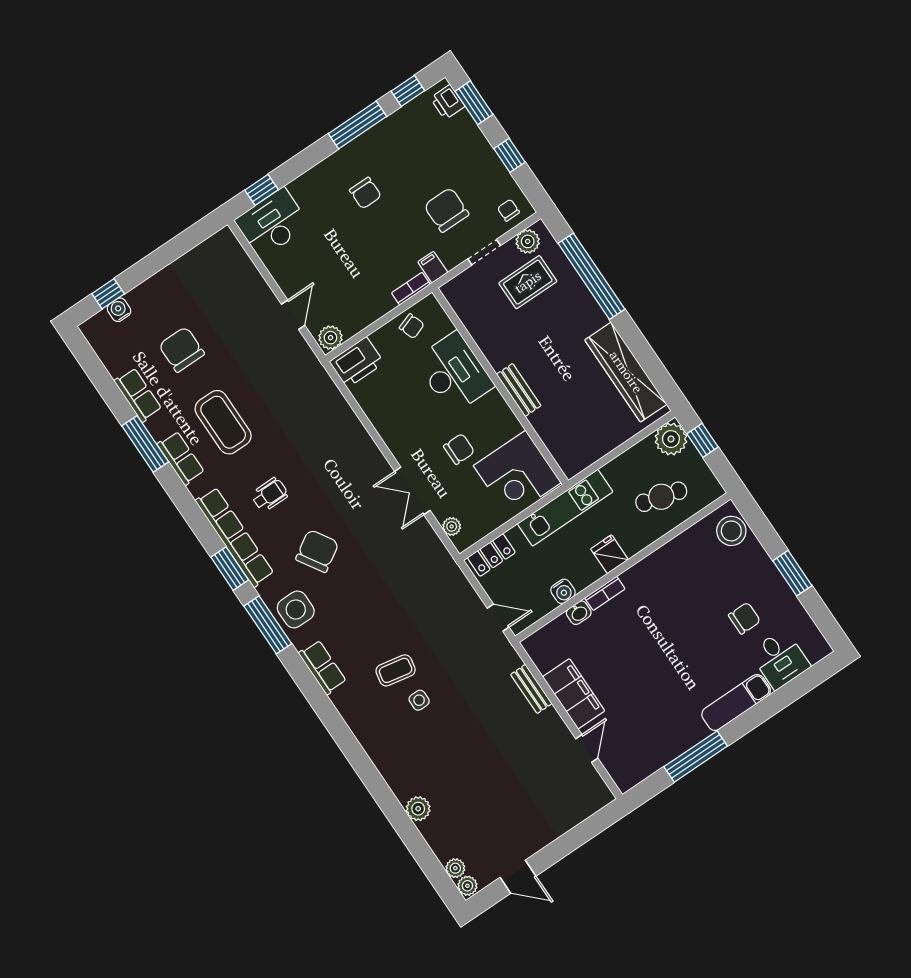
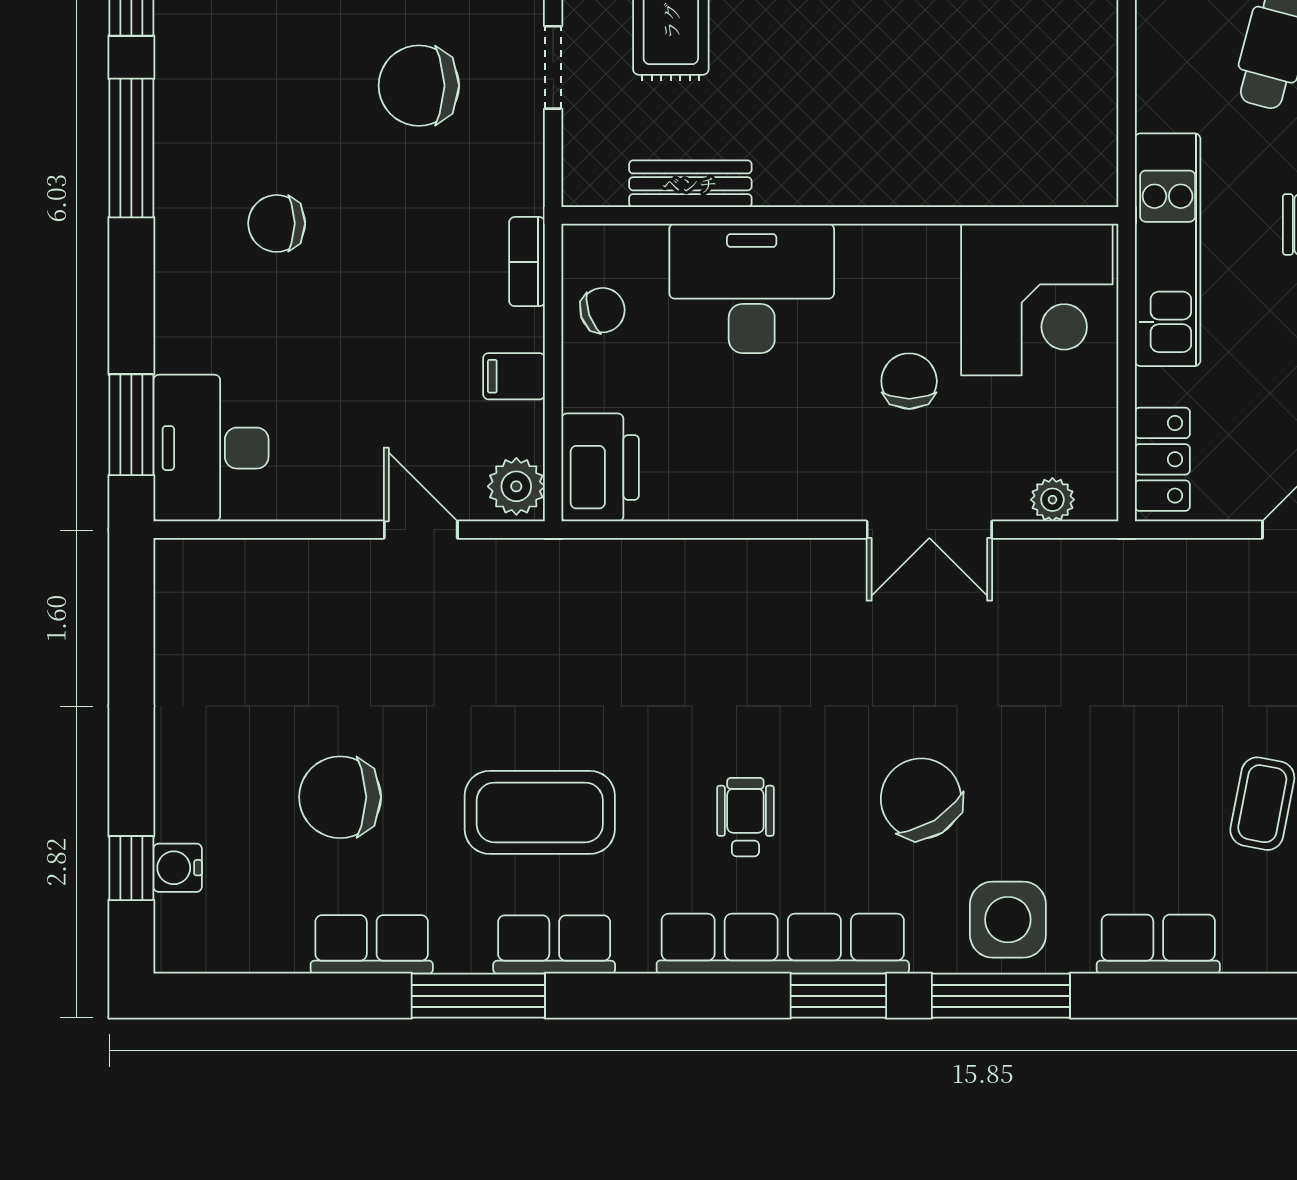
window: (262, 190) -> (131, 425), width x1.50
chair: (365, 193) -> (277, 223), turned 180
filing cabinet: (433, 267) -> (514, 376), moved
bench: (519, 390) -> (690, 184), moved

